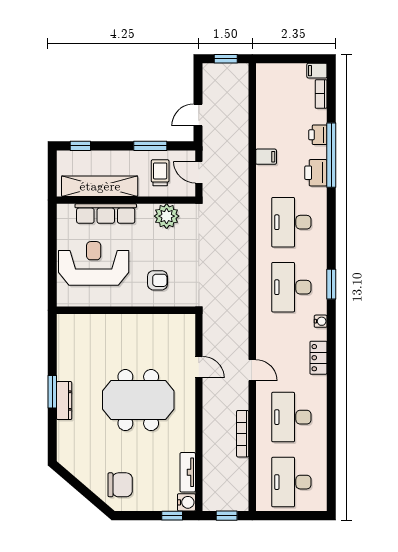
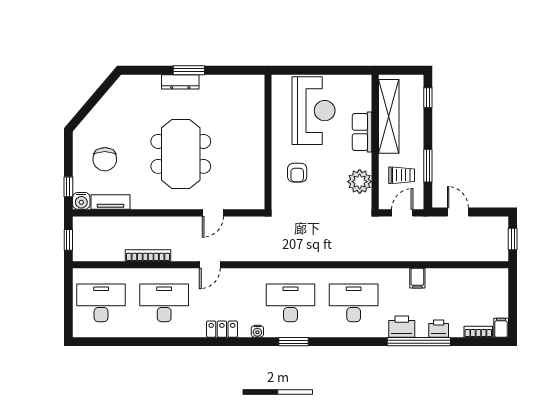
row of seats: (106, 214) -> (362, 132), width x0.68
chair: (120, 485) -> (105, 159), moved

